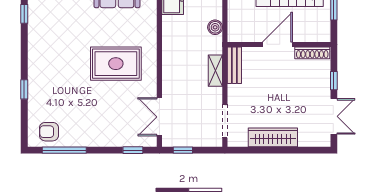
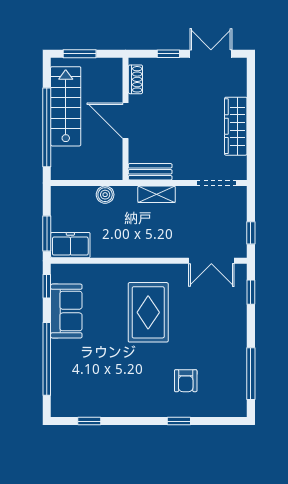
shoe rack: (312, 53) -> (135, 79), width x0.70
armchair: (49, 132) -> (186, 381), moved

